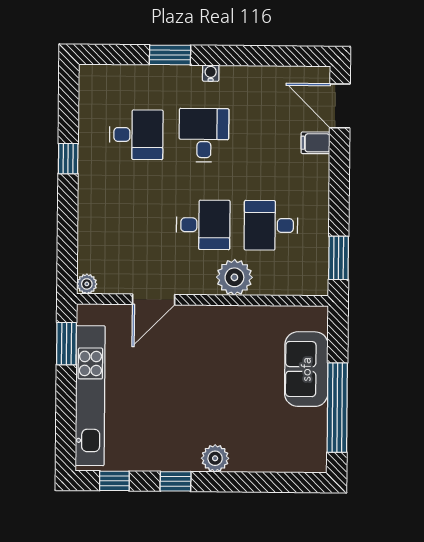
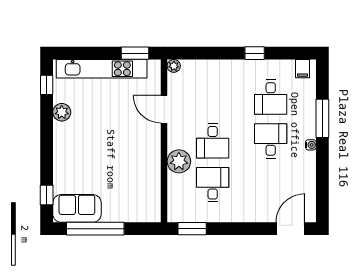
window: (170, 55) -> (322, 118), width x1.44
desk: (204, 135) -> (271, 141), turned -90
filing cabinet: (316, 143) -> (302, 69), moved, turned 180
sofa: (306, 369) -> (77, 208), moved
plant: (215, 458) -> (62, 112), moved
window: (175, 481) -> (47, 195), moved

